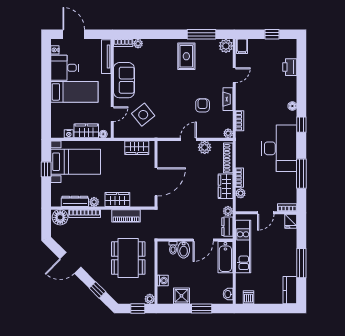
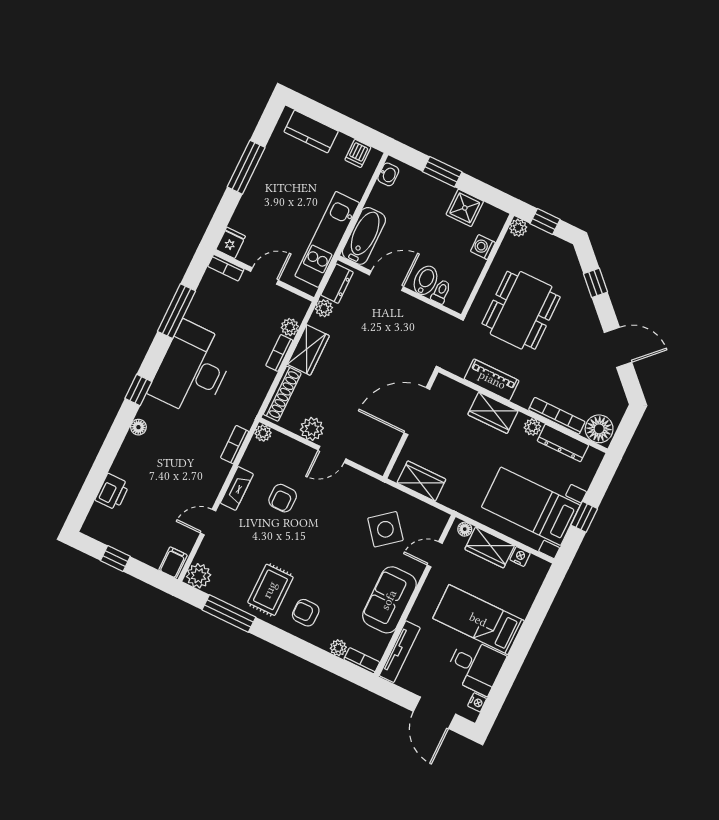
armchair: (163, 53) -> (306, 613), added
kitchen counter: (290, 290) -> (311, 131), moved, turned 90

